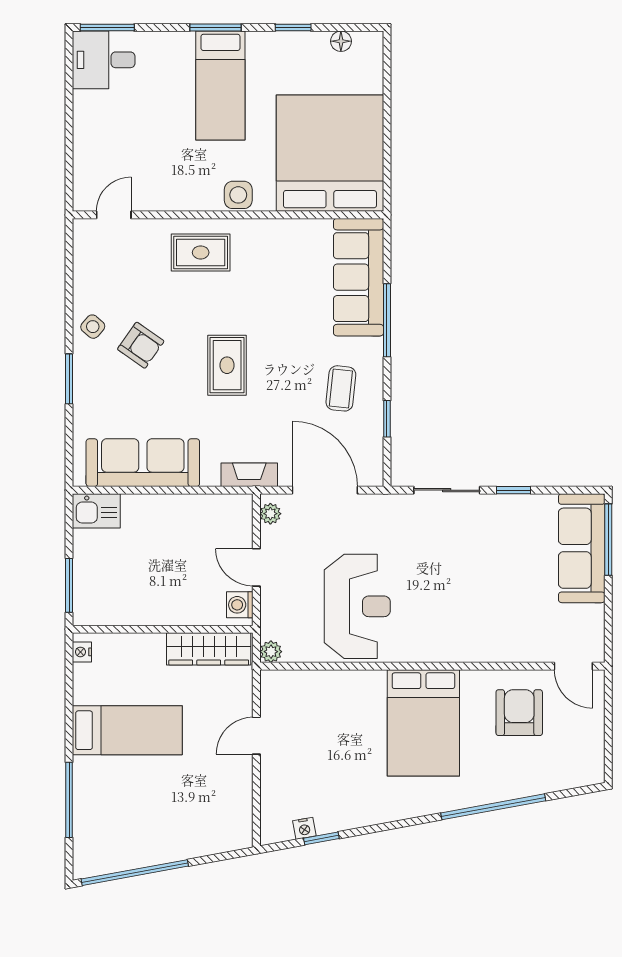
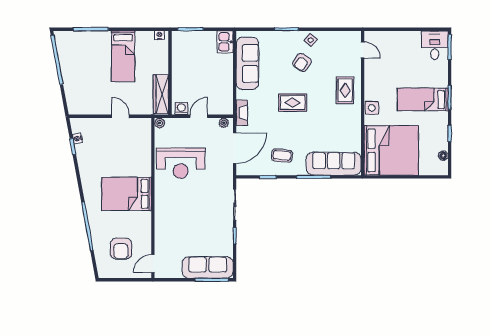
armchair: (519, 713) -> (121, 249), moved, turned 90

